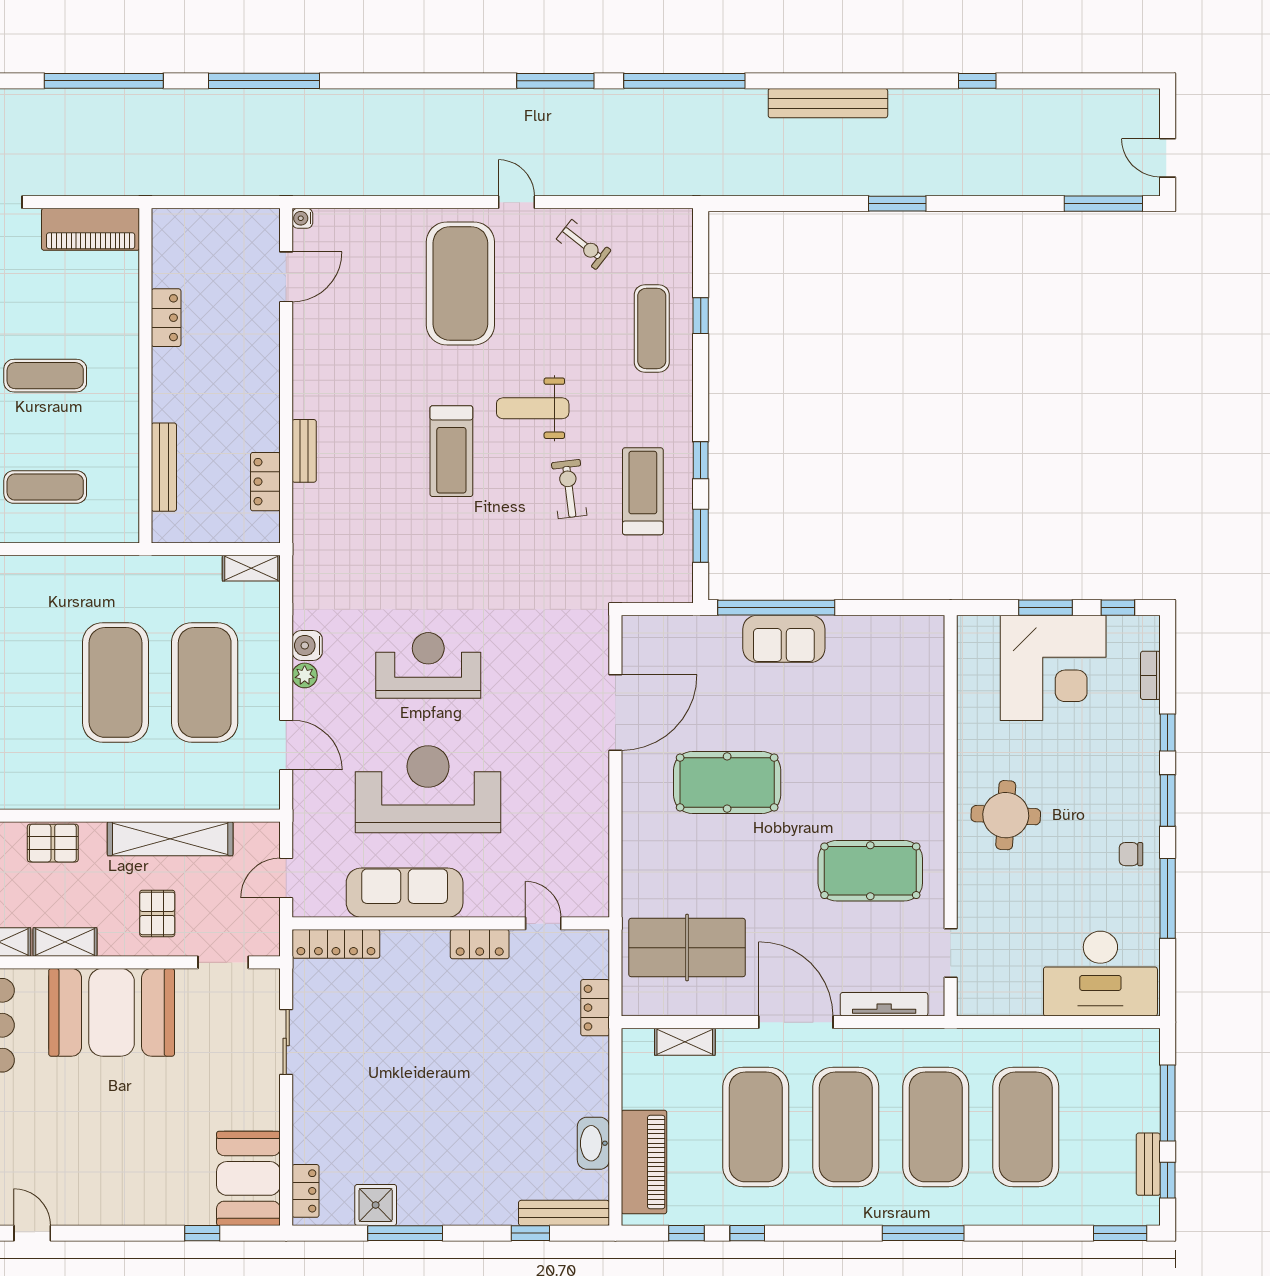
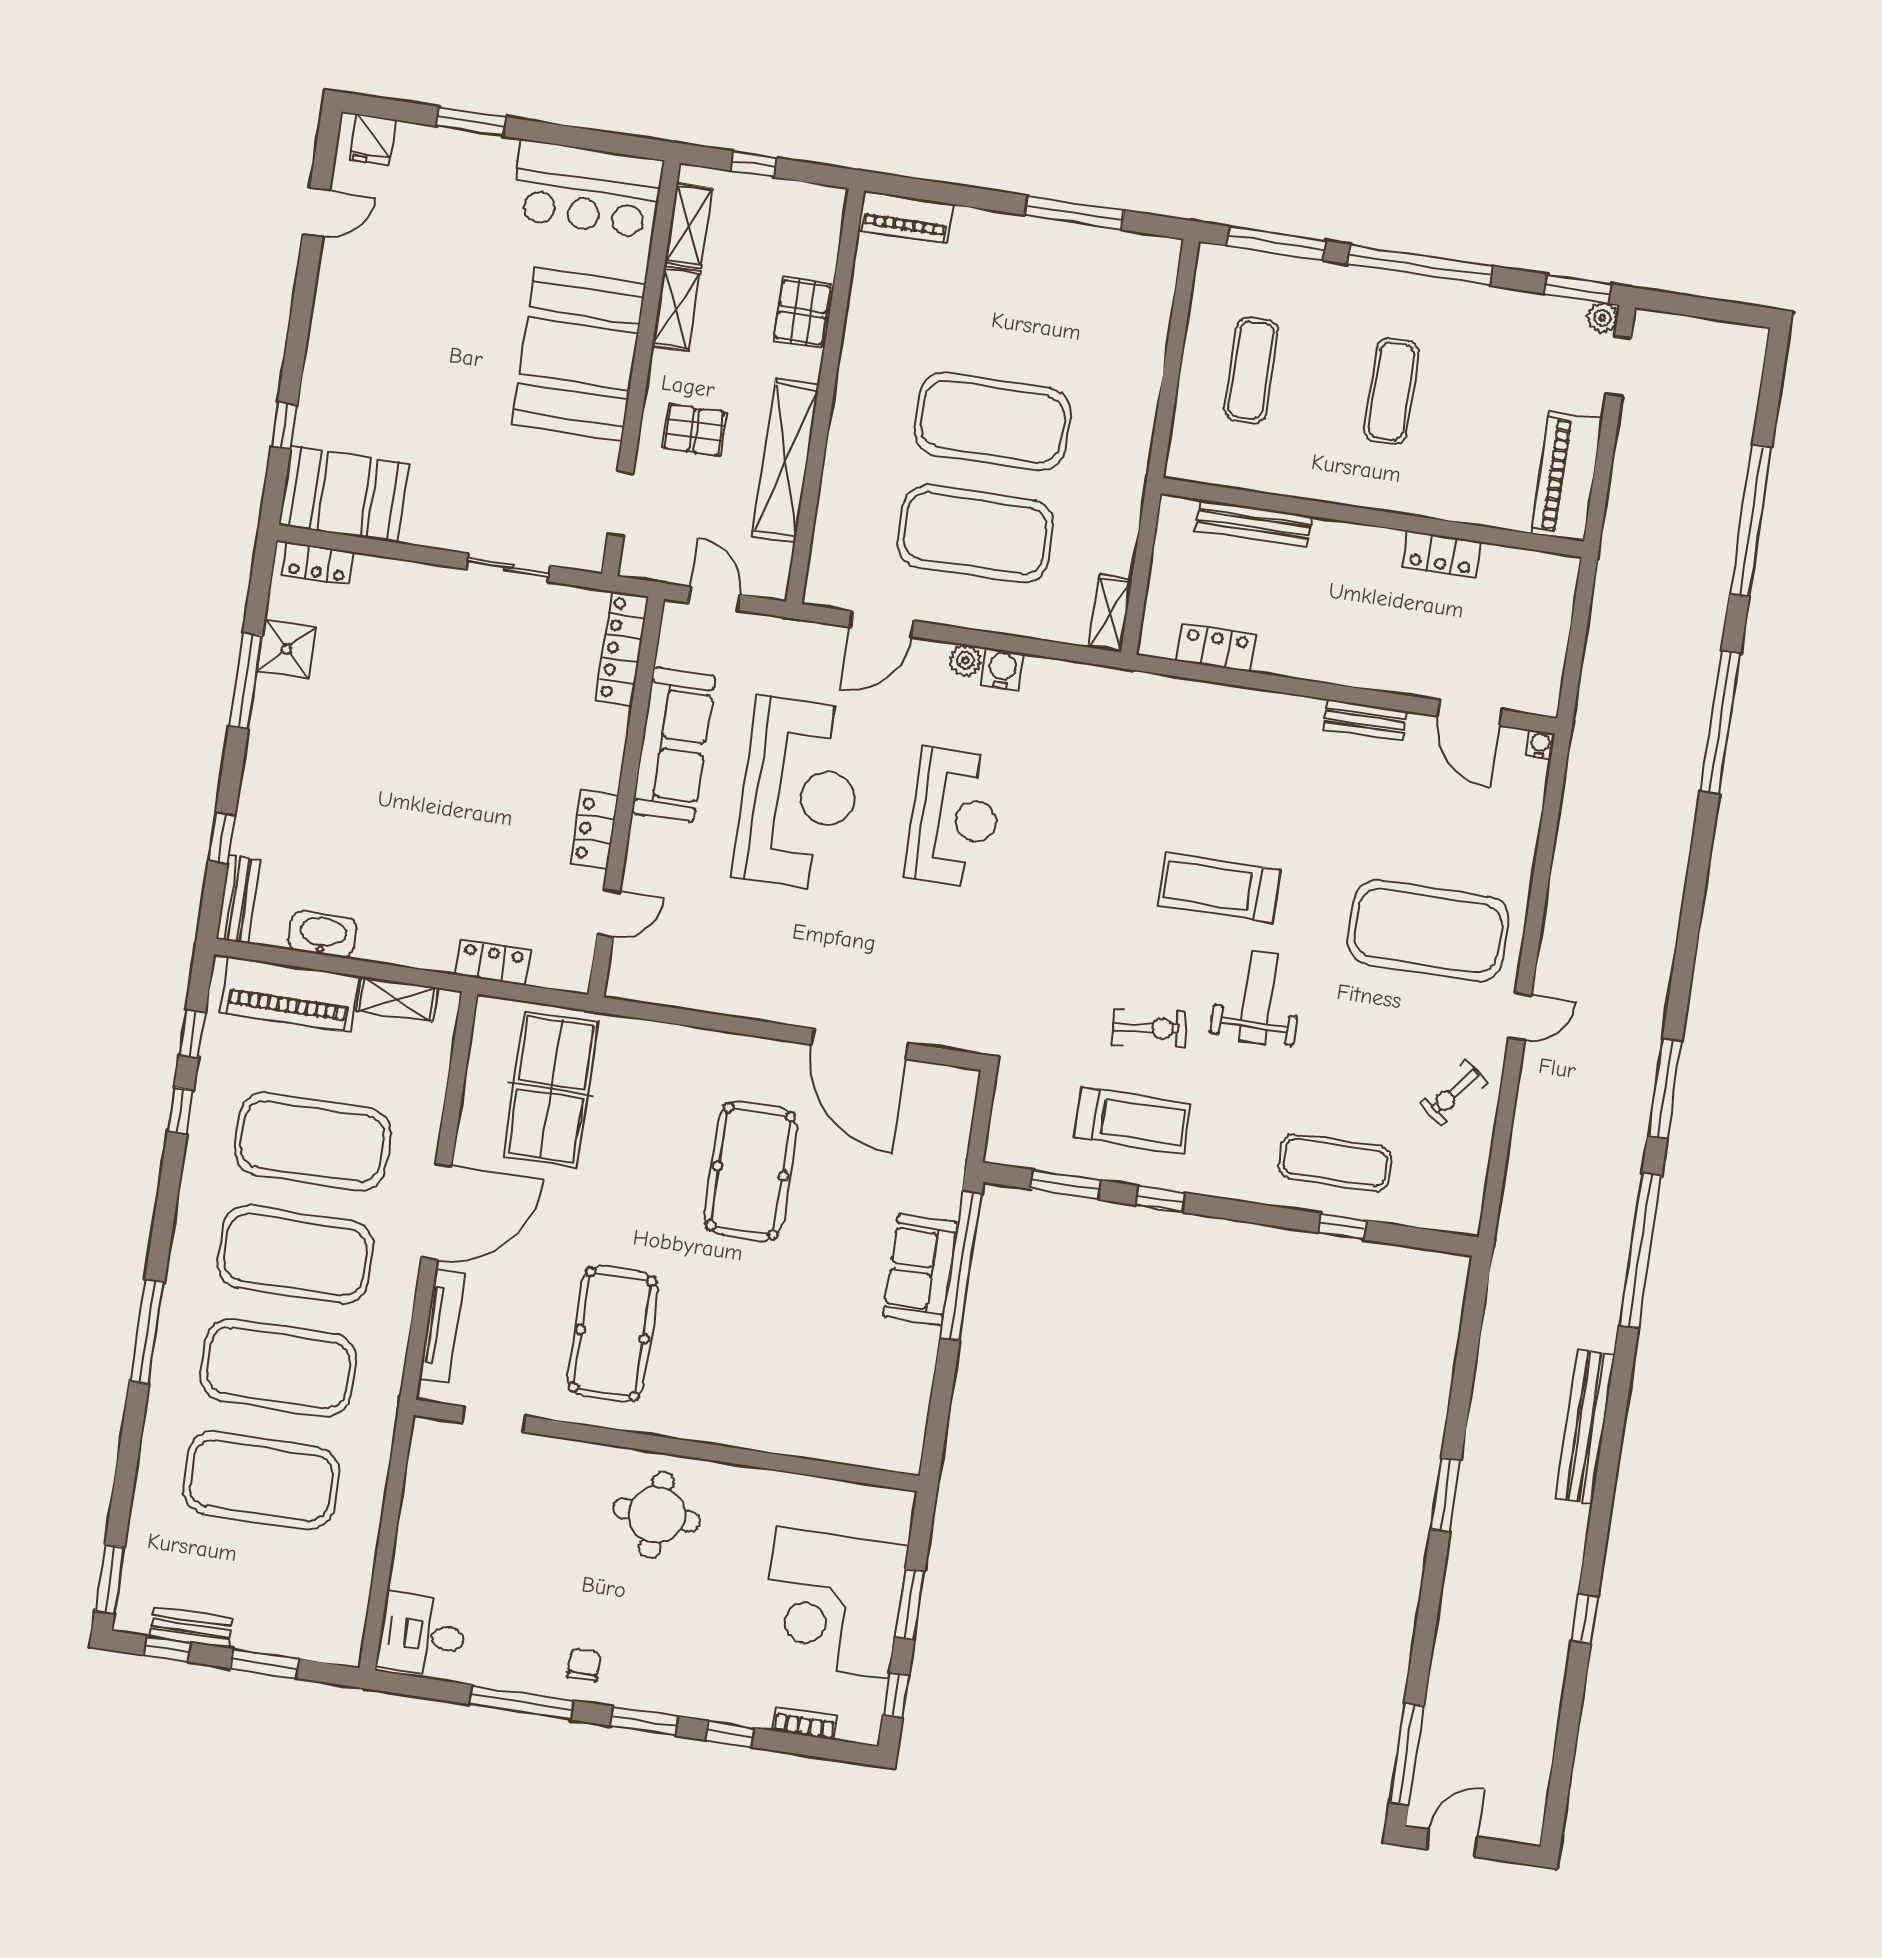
bench: (304, 451) -> (1365, 720), moved
desk: (1100, 974) -> (422, 1635), width x0.53, depth x0.77
shelving: (685, 1042) -> (398, 999), moved, turned 90
window: (1168, 1103) -> (264, 1664), width x0.69
bench: (564, 1213) -> (238, 899), width x0.73

